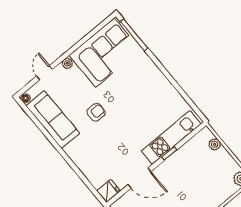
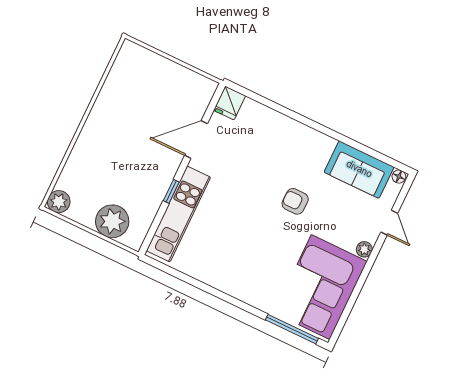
armchair: (96, 112) -> (295, 201), turned 90
sofa: (53, 119) -> (359, 170), width x0.73
plant: (215, 144) -> (112, 221), width x1.87, depth x1.87

